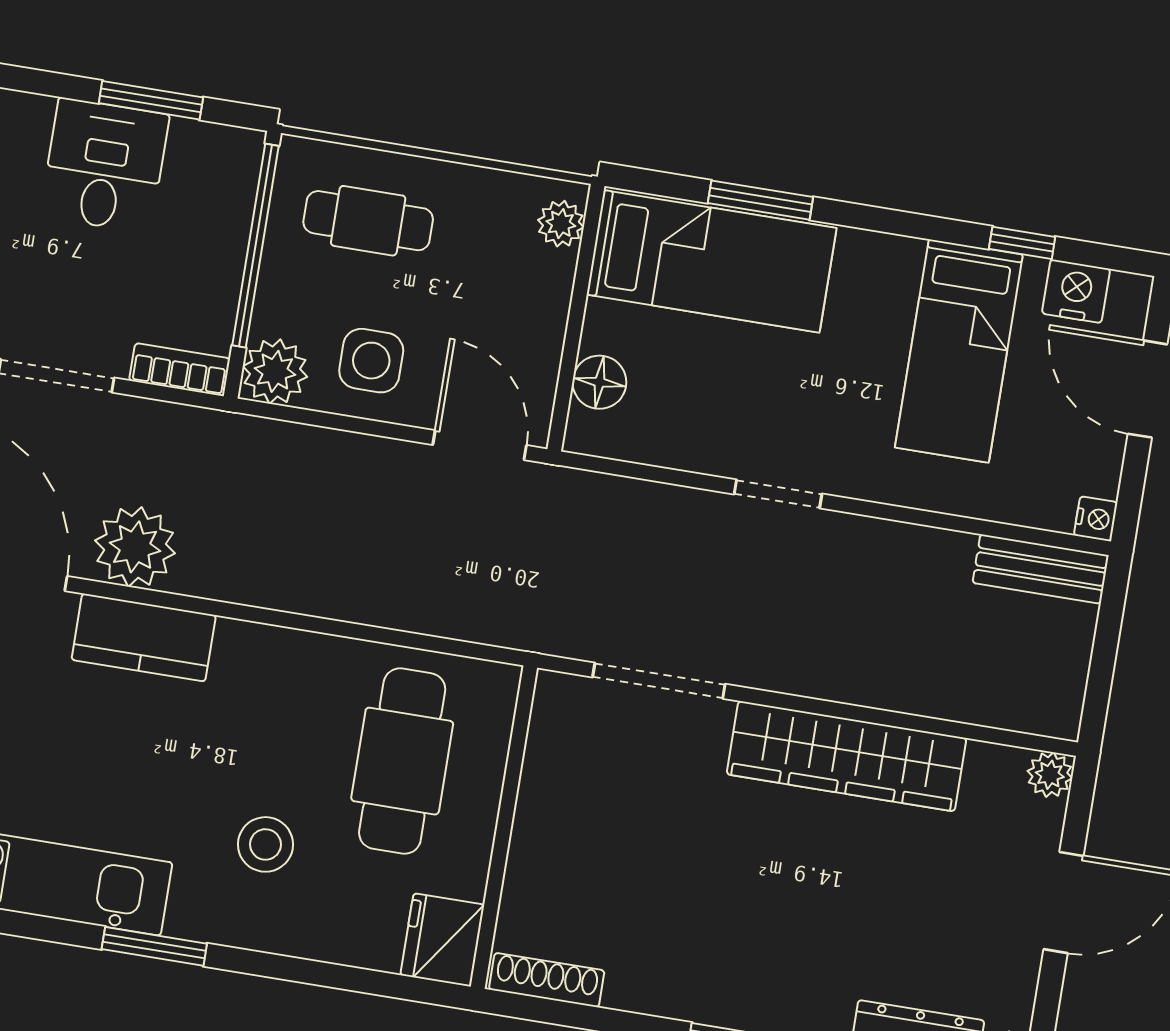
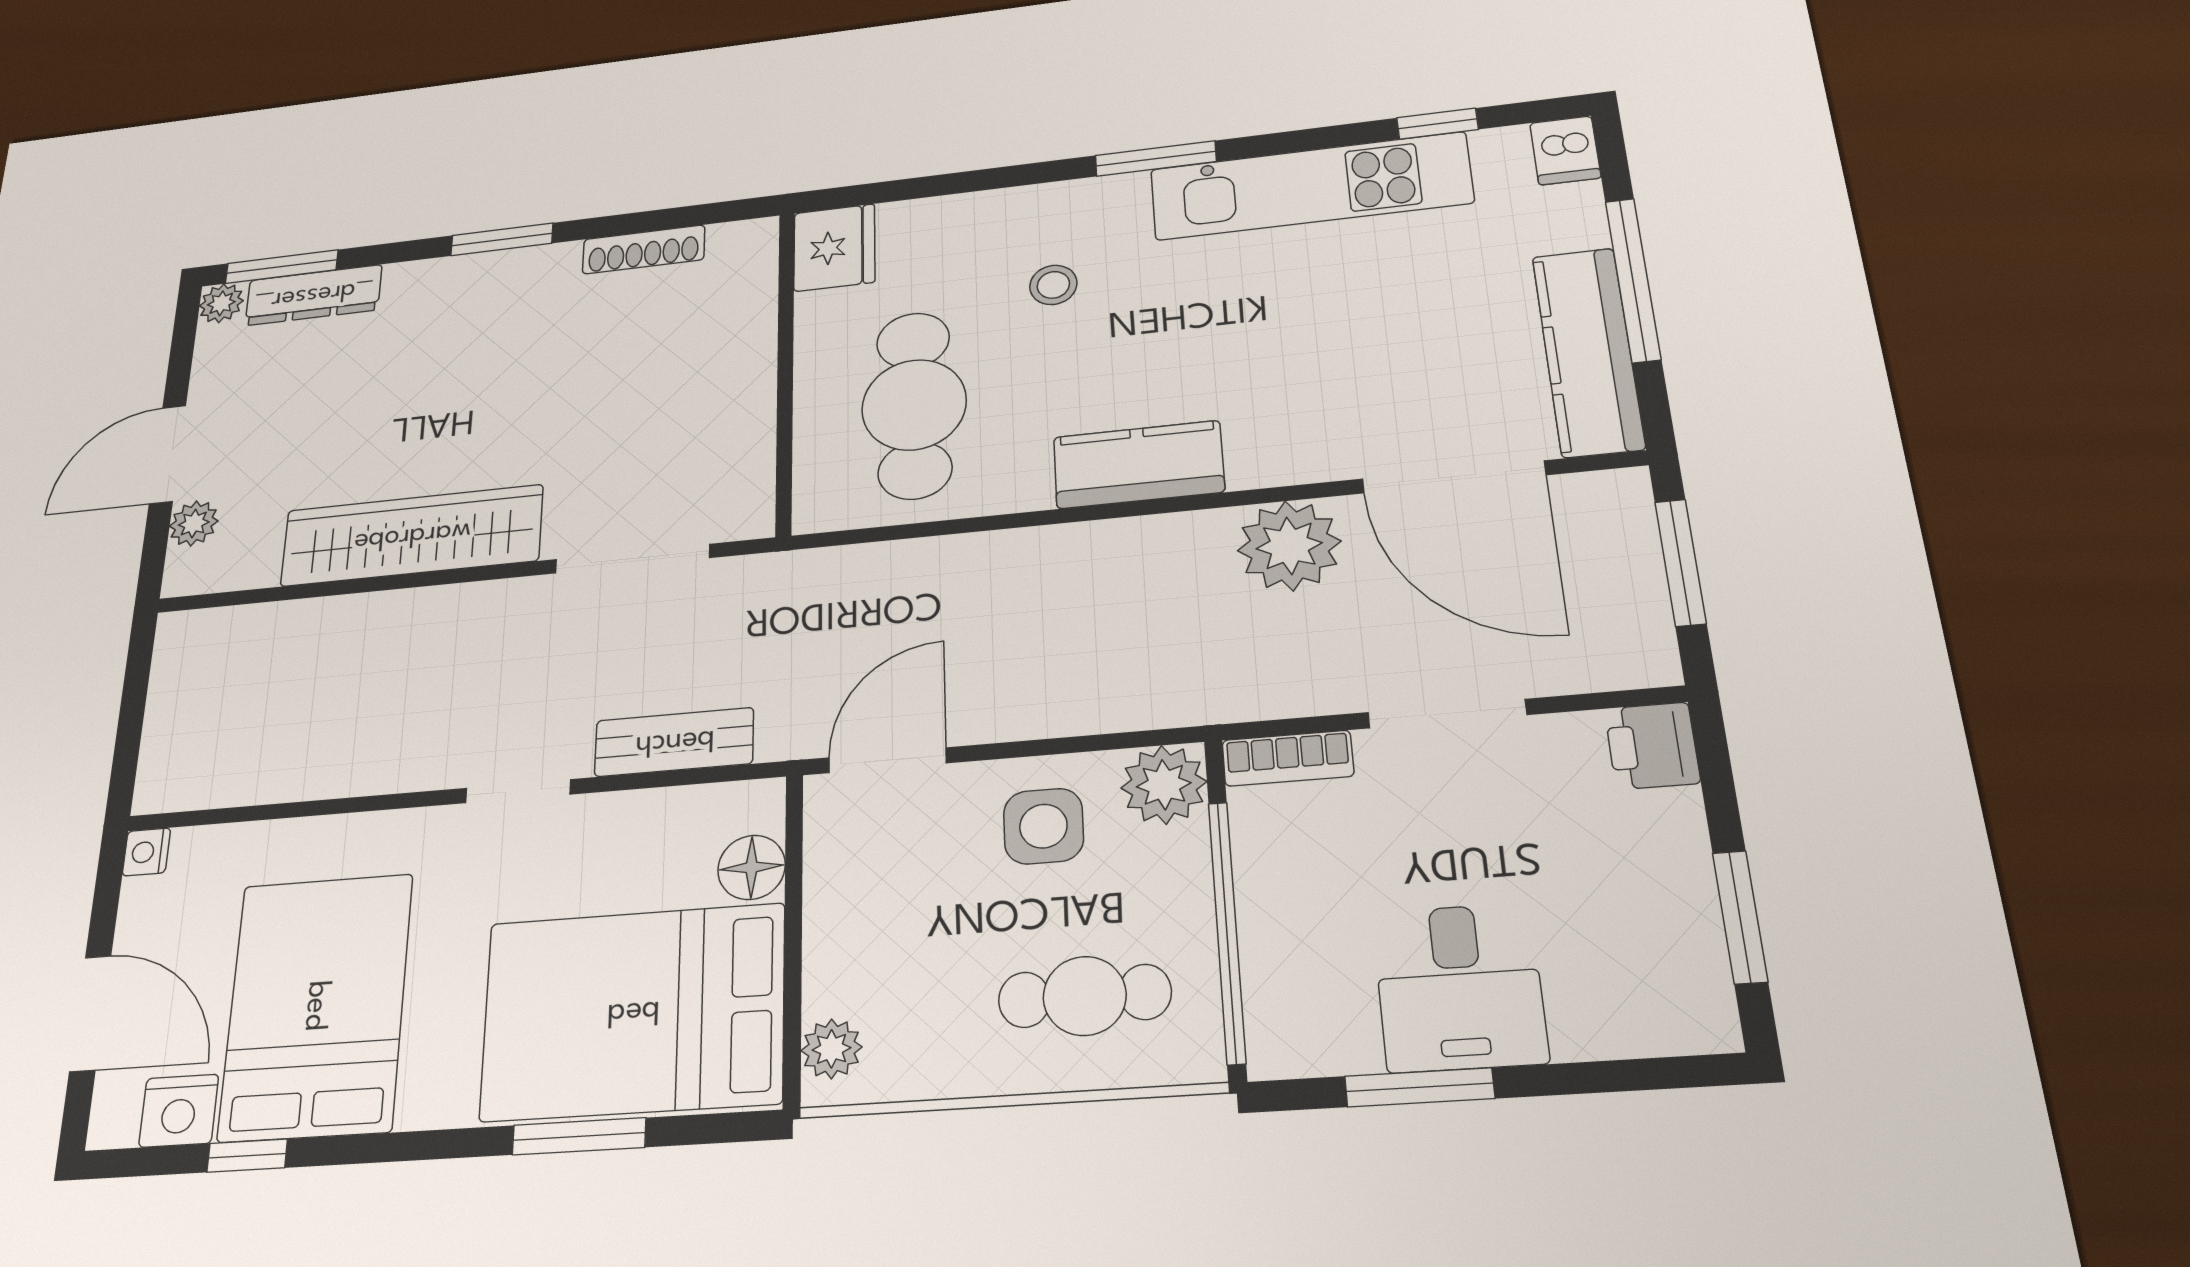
bed: (712, 261) -> (633, 1012), width x1.50
bed: (959, 351) -> (316, 1006), width x1.50
door: (480, 445) -> (887, 760), swing flipped
bench: (1041, 569) -> (674, 742), moved
kitchen counter: (144, 638) -> (1138, 465), moved
plant: (1050, 775) -> (194, 523), moved
stool: (265, 844) -> (1053, 285), width x0.73, depth x0.73
shoe rack: (547, 980) -> (644, 250), moved

